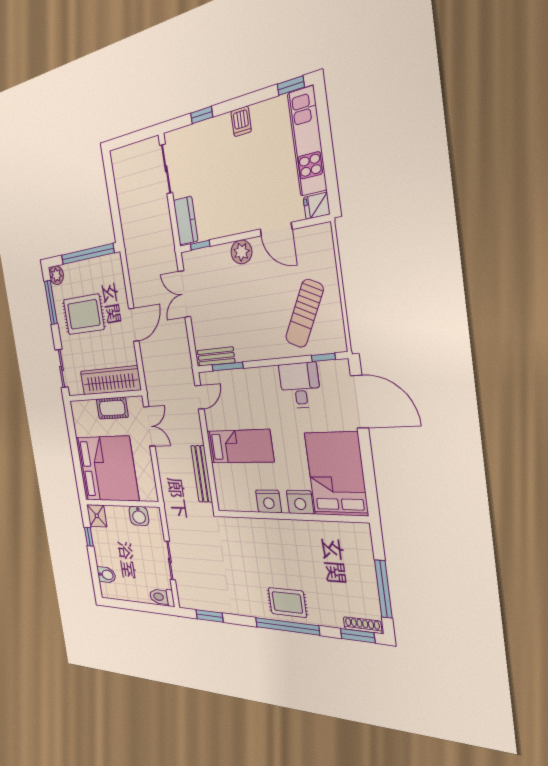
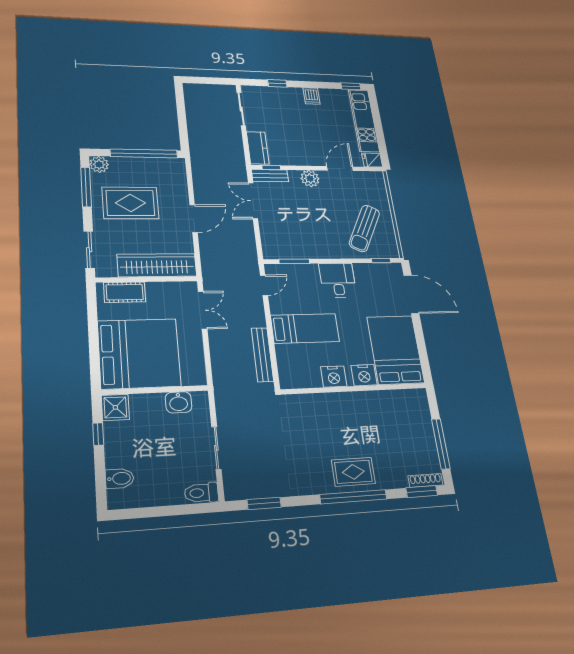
door: (276, 229) -> (340, 169), swing flipped
bench: (216, 356) -> (270, 176), moved
desk: (300, 385) -> (338, 280), moved
cot: (112, 408) -> (125, 292), moved

